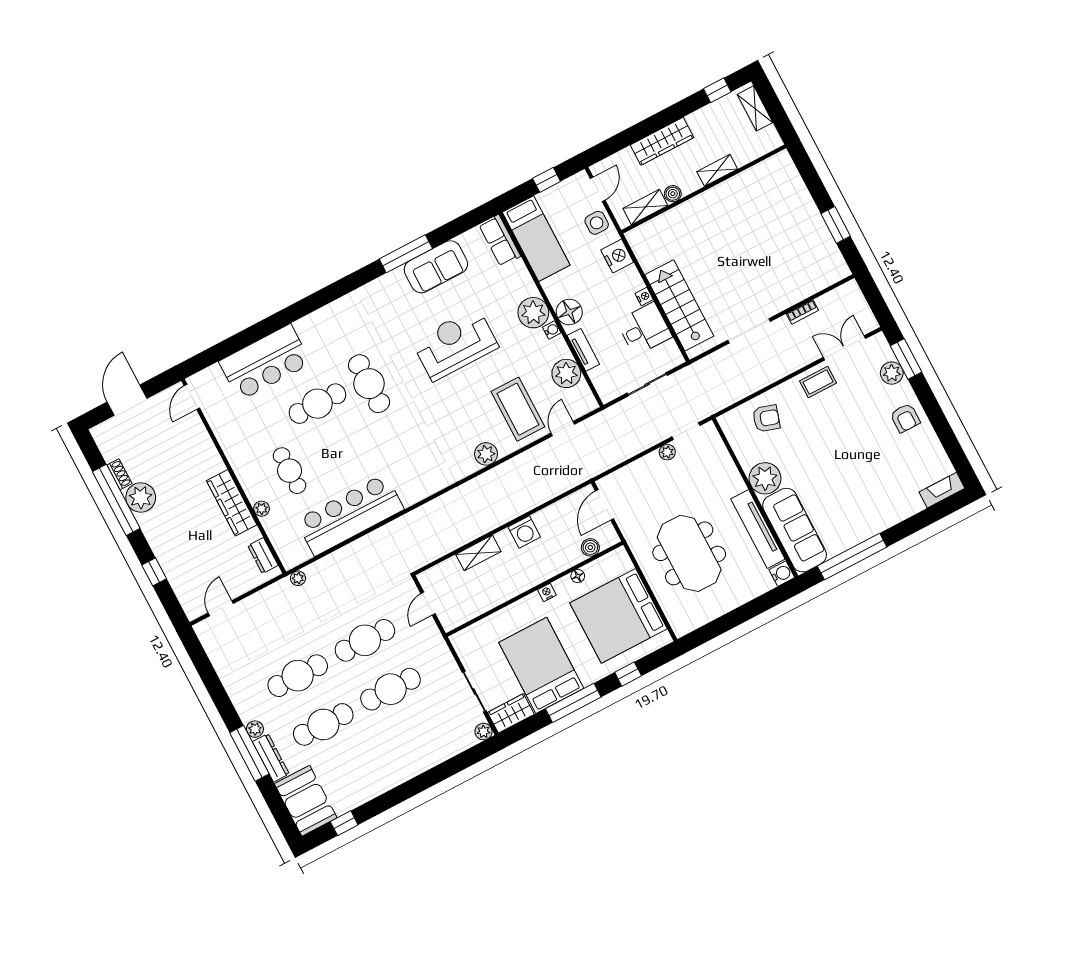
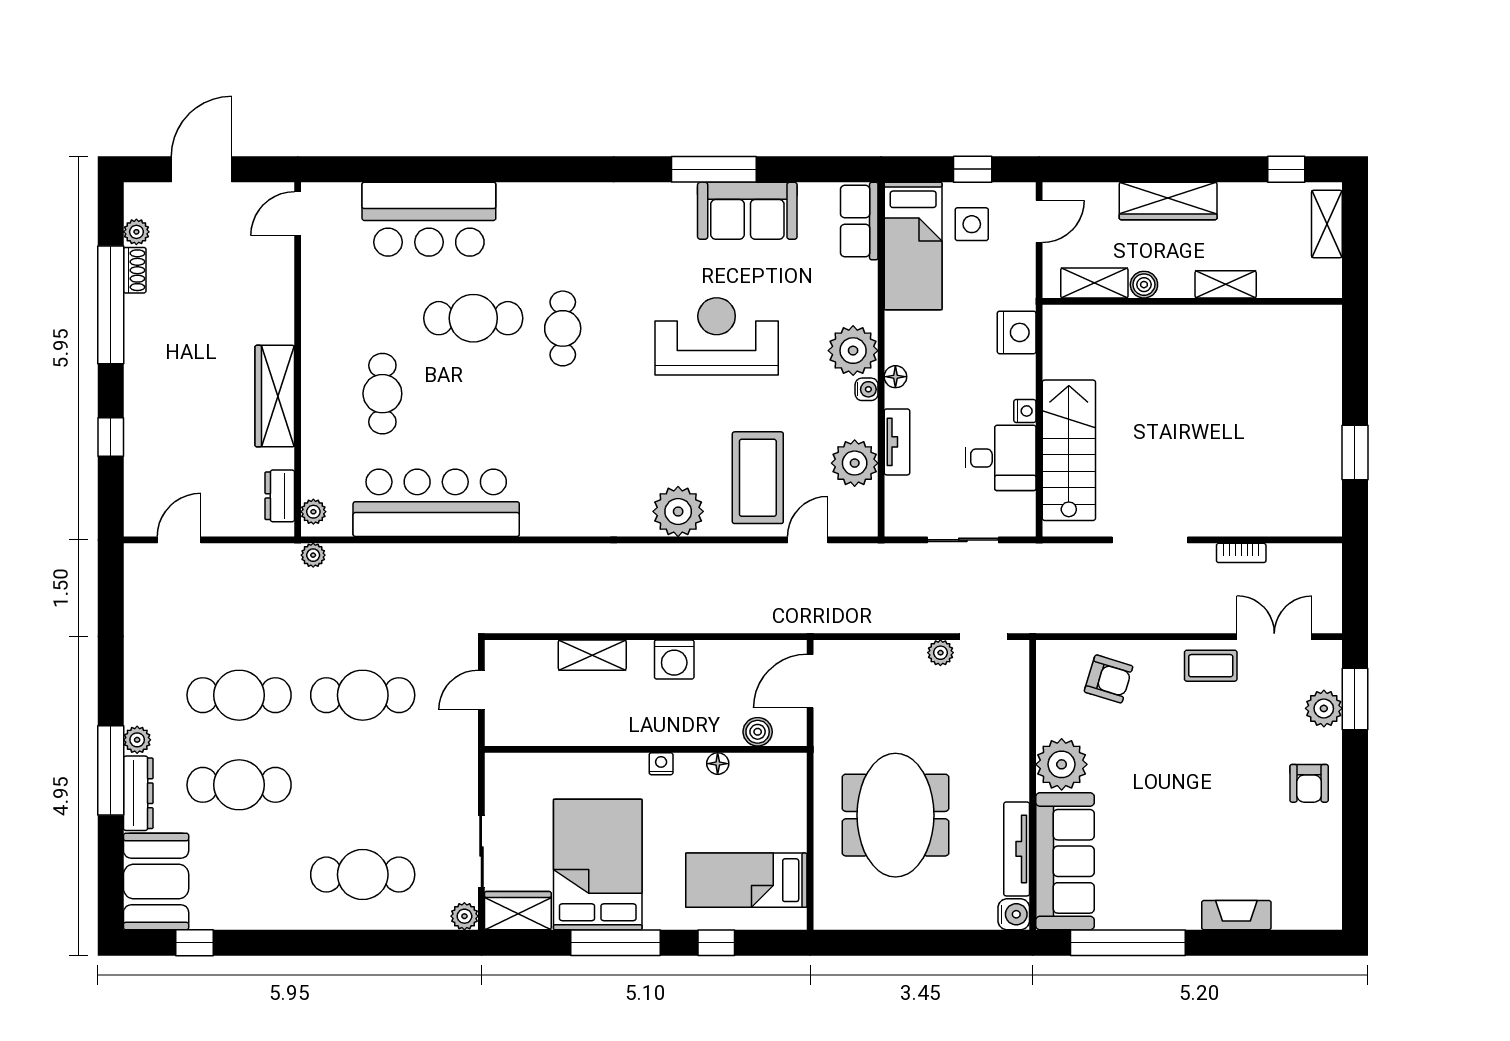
side table: (597, 223) -> (972, 224), moved
floor lamp: (569, 312) -> (895, 377), width x0.53, depth x0.53
cafe table: (369, 384) -> (563, 328), width x0.73, depth x0.74
plant: (486, 454) -> (678, 511), width x1.36, depth x1.36
fireplace: (942, 490) -> (1236, 915), moved
plant: (141, 498) -> (136, 232), moved, width x0.53, depth x0.53
plant: (262, 509) -> (313, 512), moved
tv unit: (758, 529) -> (1017, 849), width x0.73, depth x0.78
bed: (619, 616) -> (746, 880), width x0.49
cafe table: (391, 689) -> (363, 875), moved

